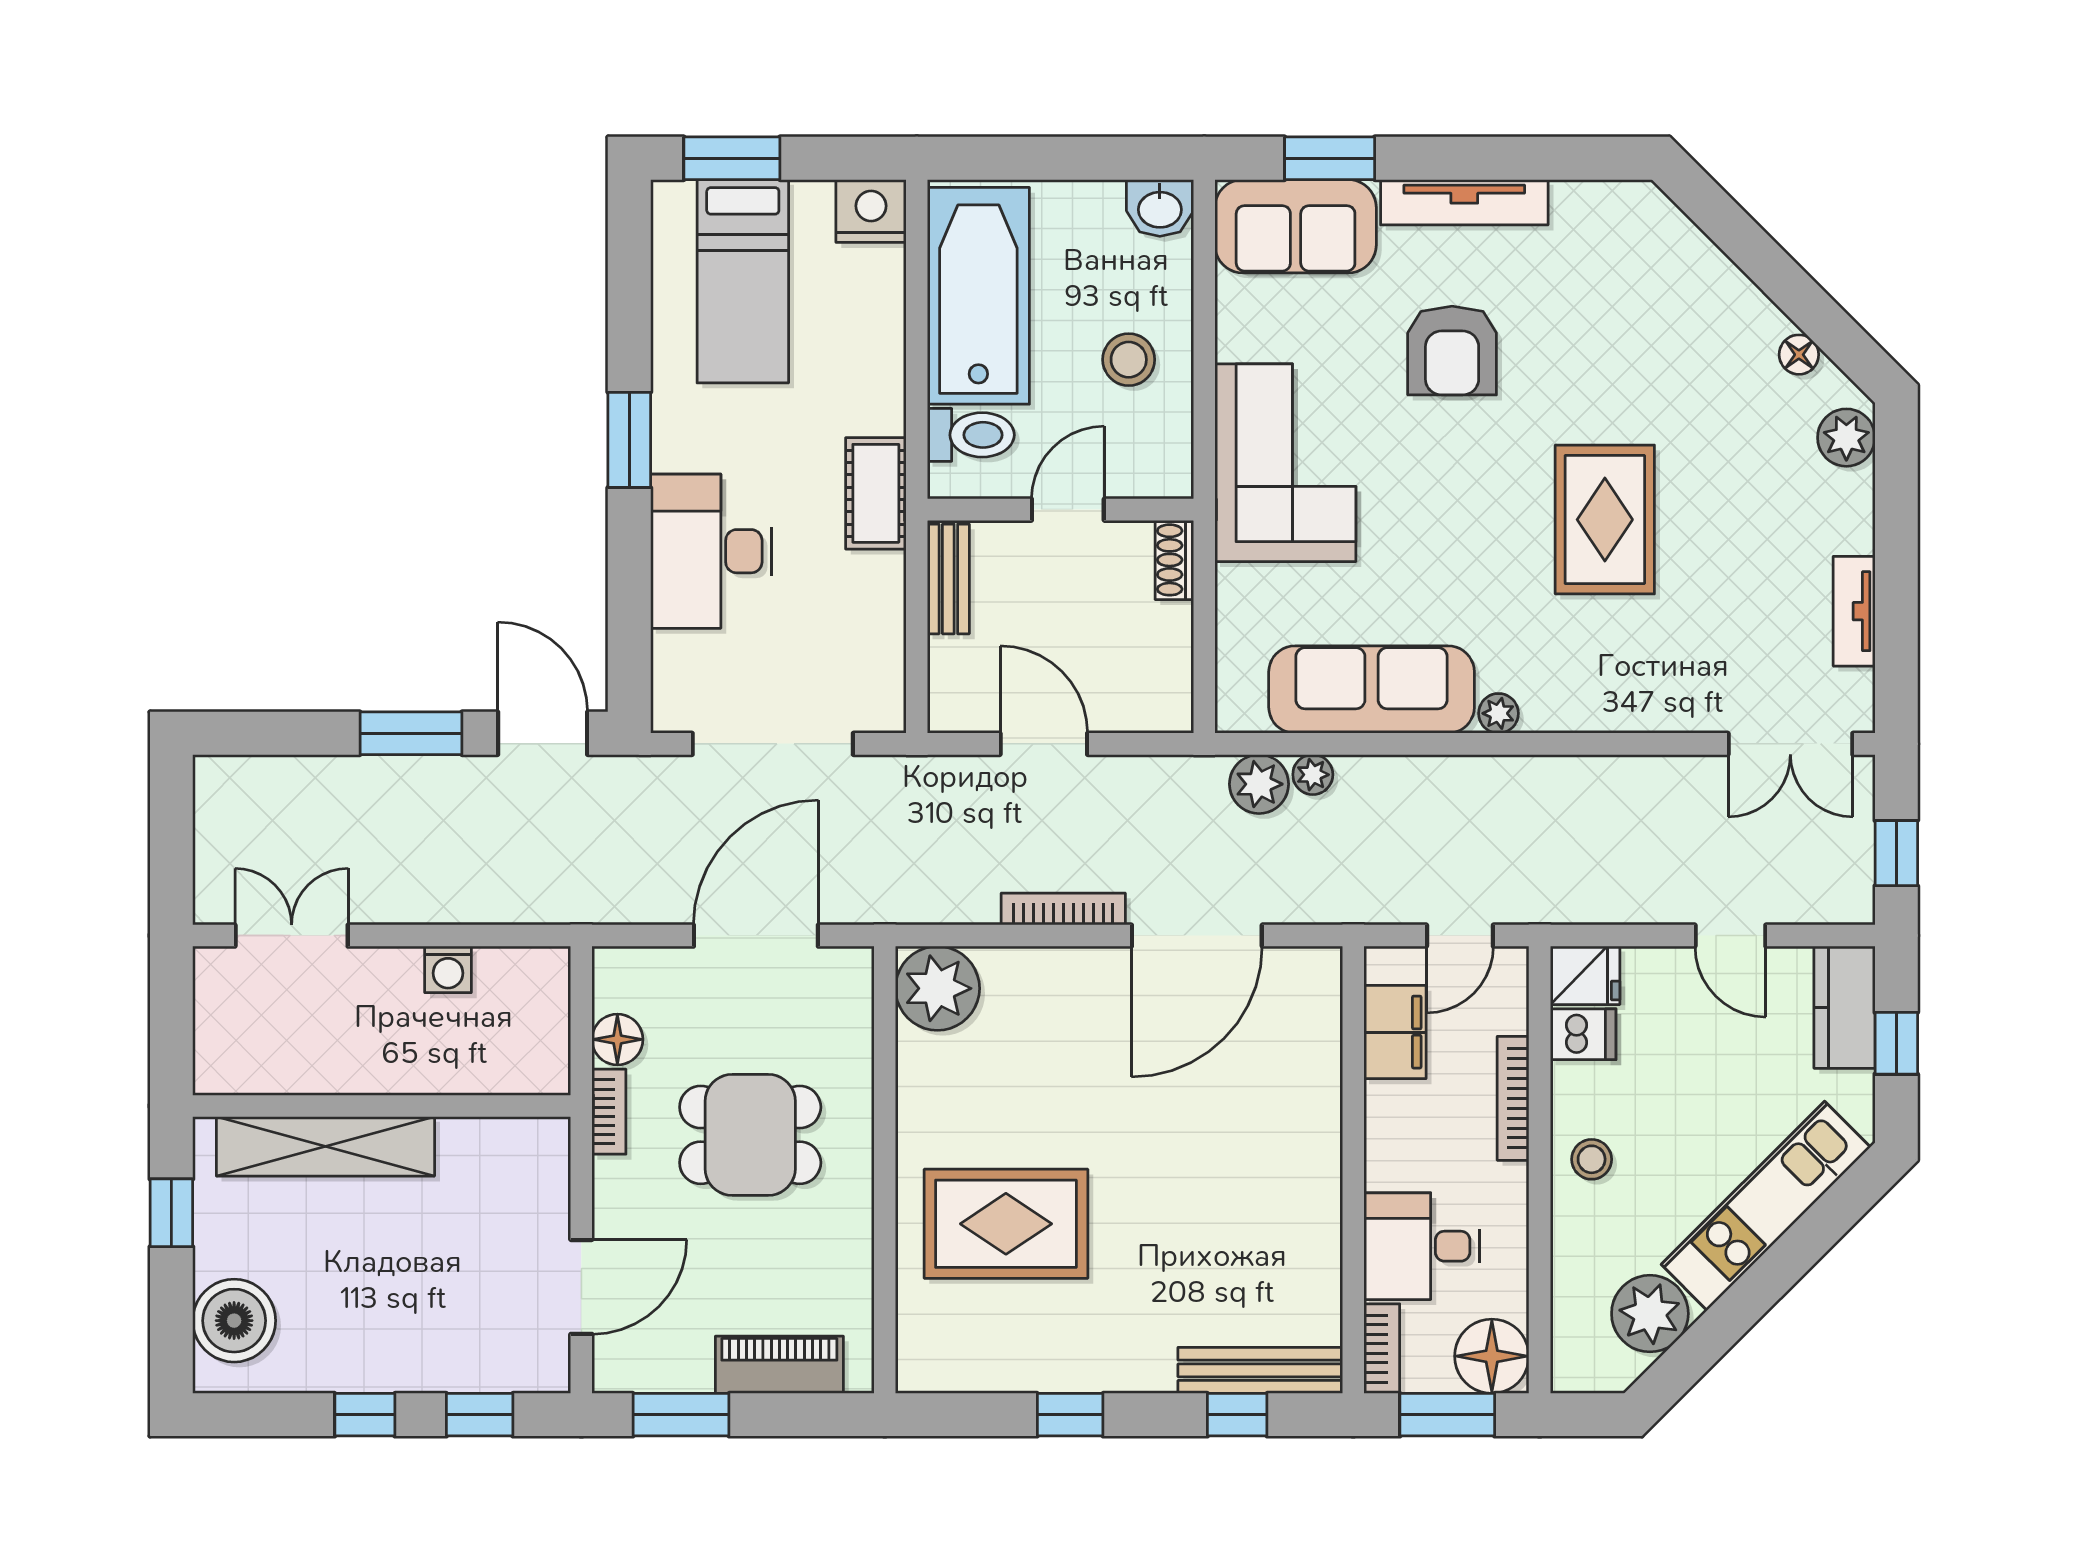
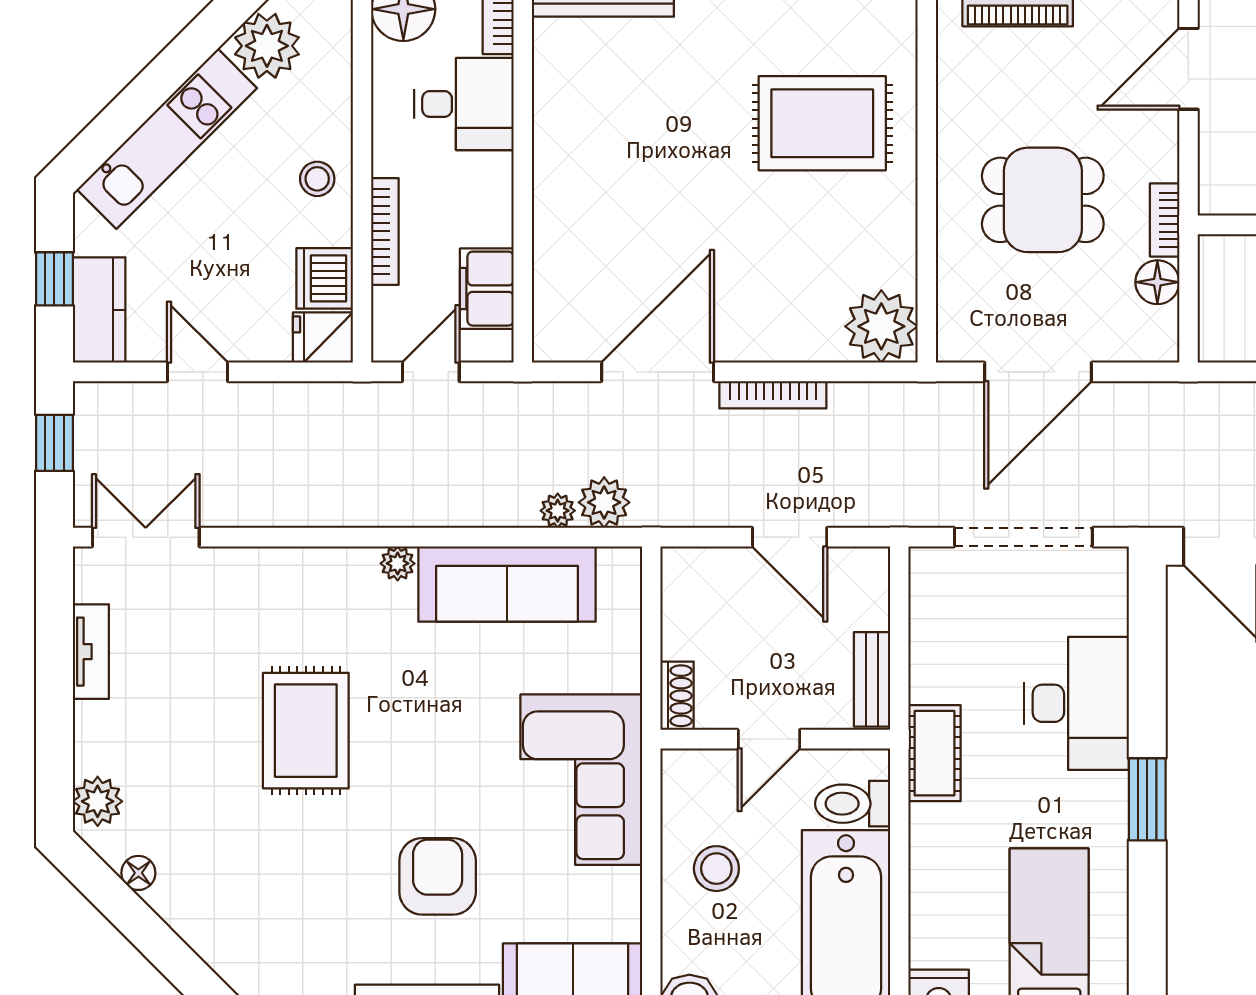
dishwasher: (1583, 1034) -> (325, 278), width x1.38

